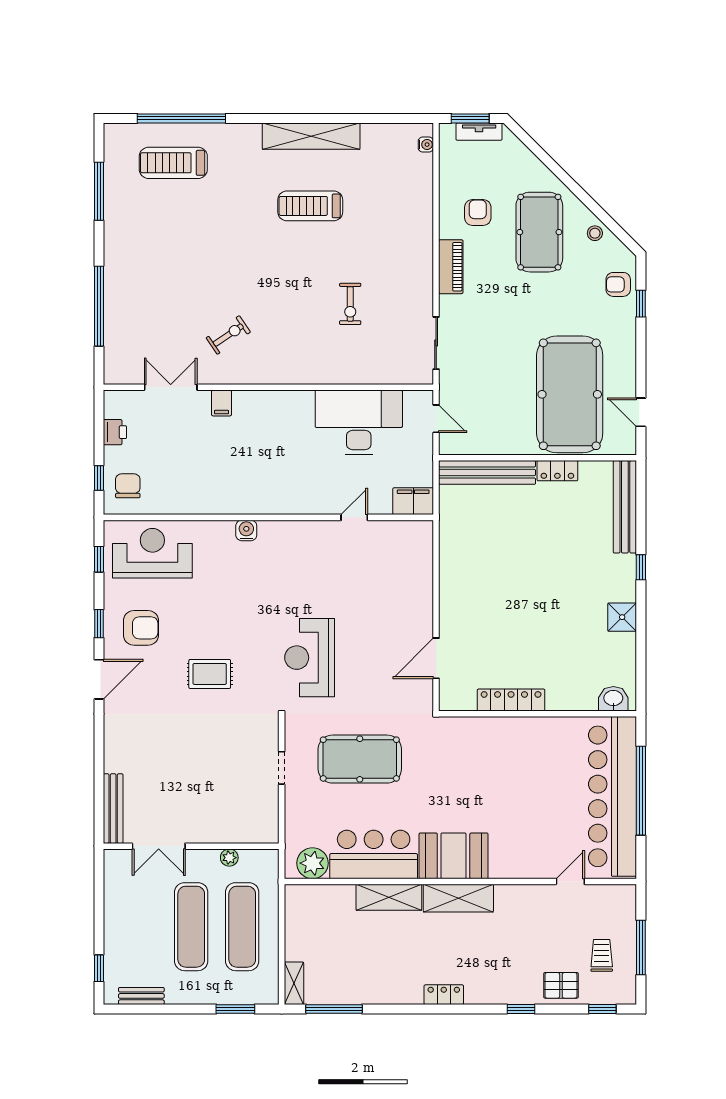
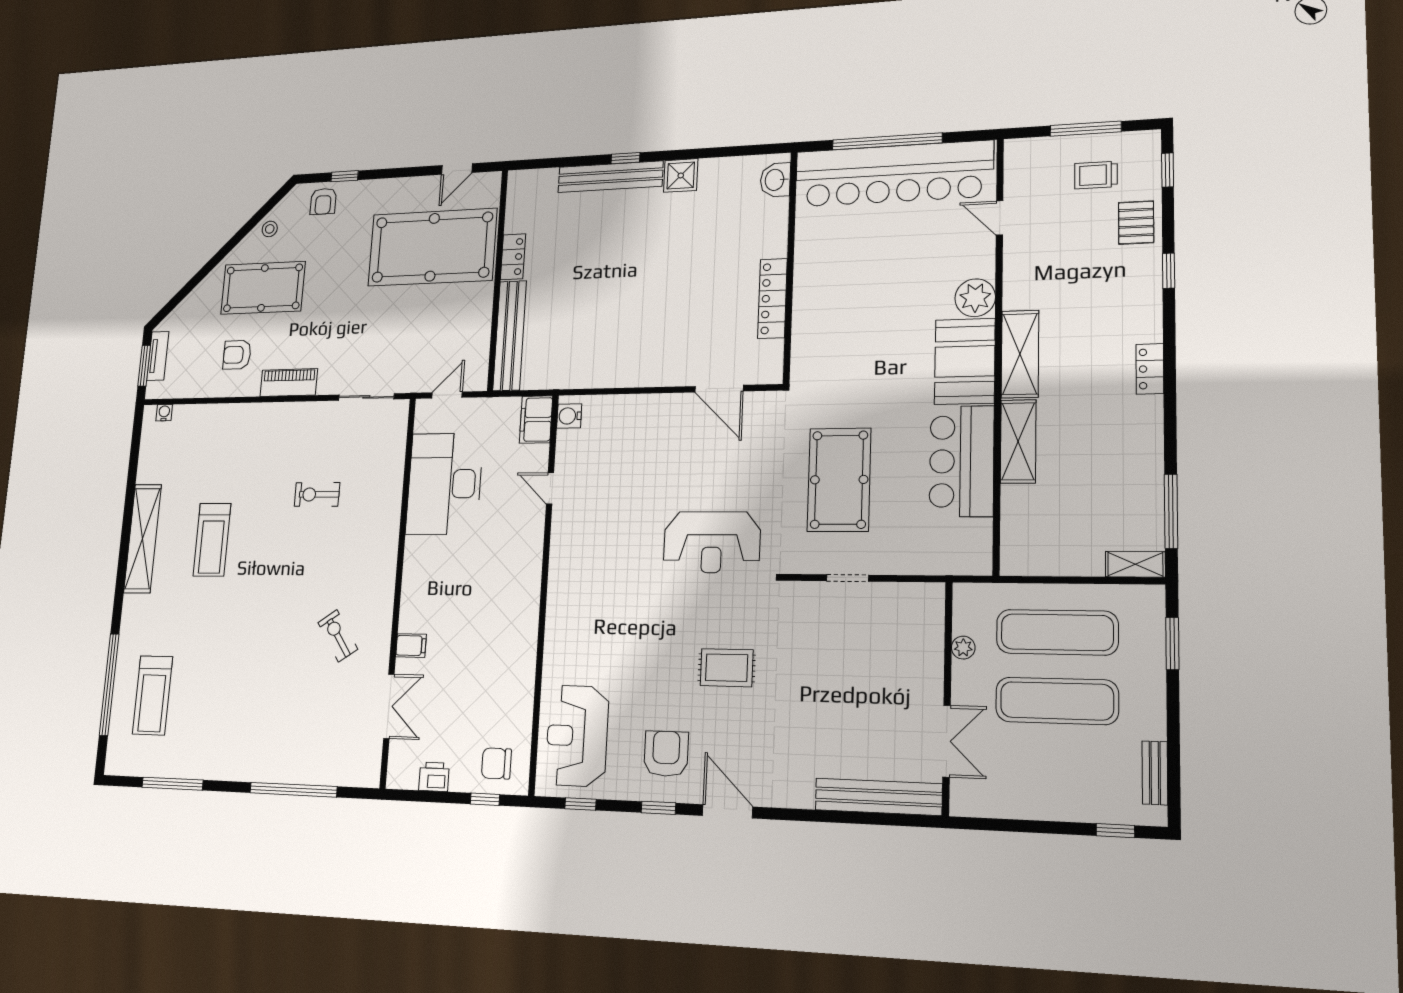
exercise bike: (350, 304) -> (317, 494), turned 180
double door: (171, 387) -> (389, 706), swing flipped
bench: (625, 507) -> (610, 177), moved
water cooler: (246, 530) -> (569, 416), moved
rug: (210, 674) -> (727, 668), turned 90
bench: (113, 809) -> (878, 797), width x1.37, depth x1.21
plant: (312, 863) -> (975, 298), moved

